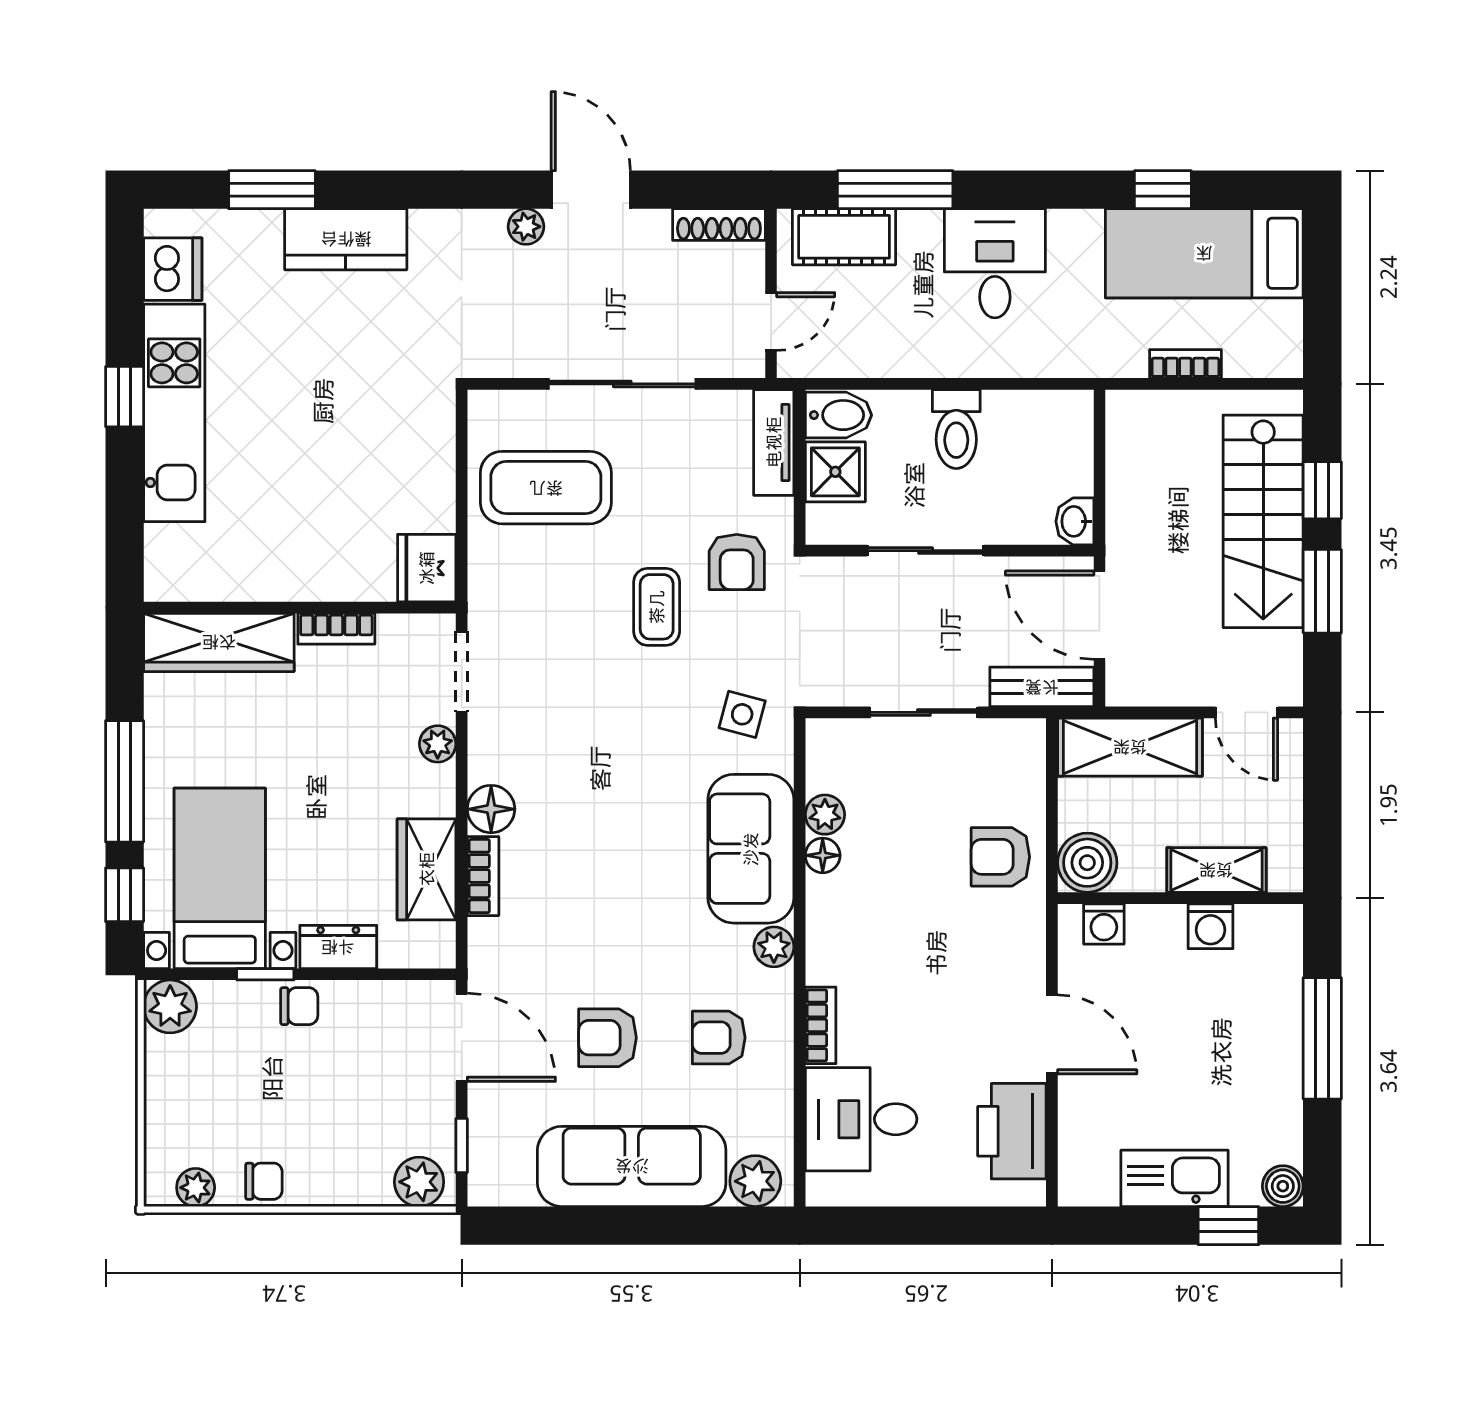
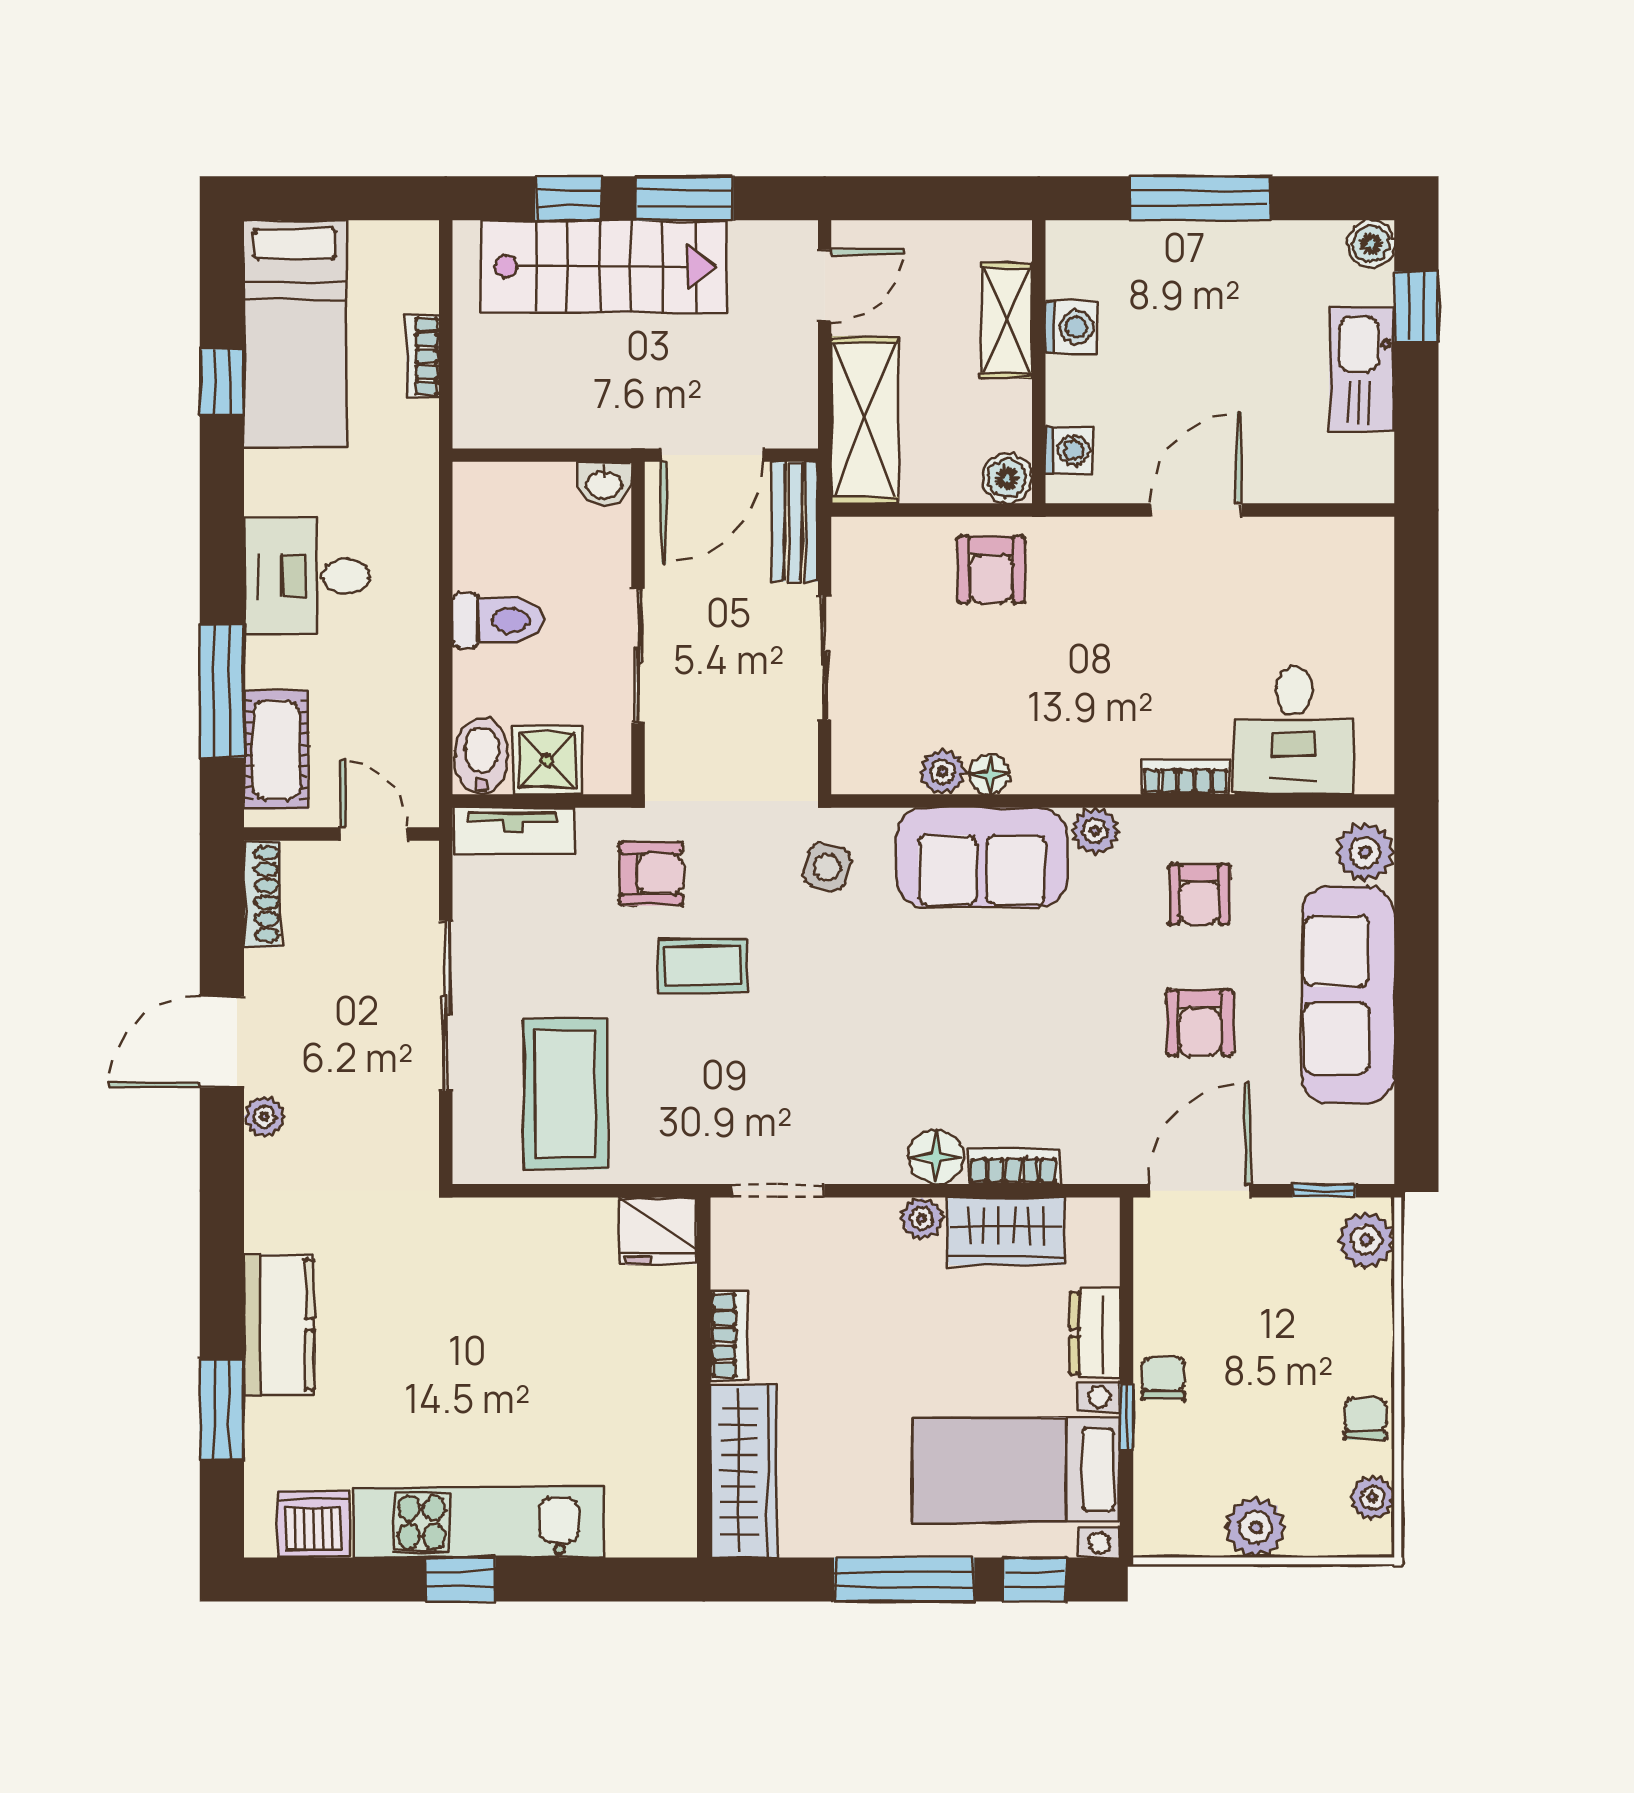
plant: (438, 744) -> (922, 1218), moved
boiler: (1087, 863) -> (1007, 478), width x0.73, depth x0.73
plant: (170, 1006) -> (1256, 1527), moved
printer: (1012, 1131) -> (1308, 556), removed

